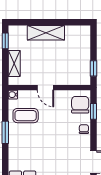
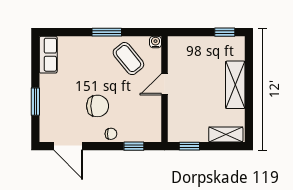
shelving: (14, 63) -> (226, 134), moved
chair: (80, 105) -> (98, 106), moved
coffee table: (26, 116) -> (128, 59), turned -39

